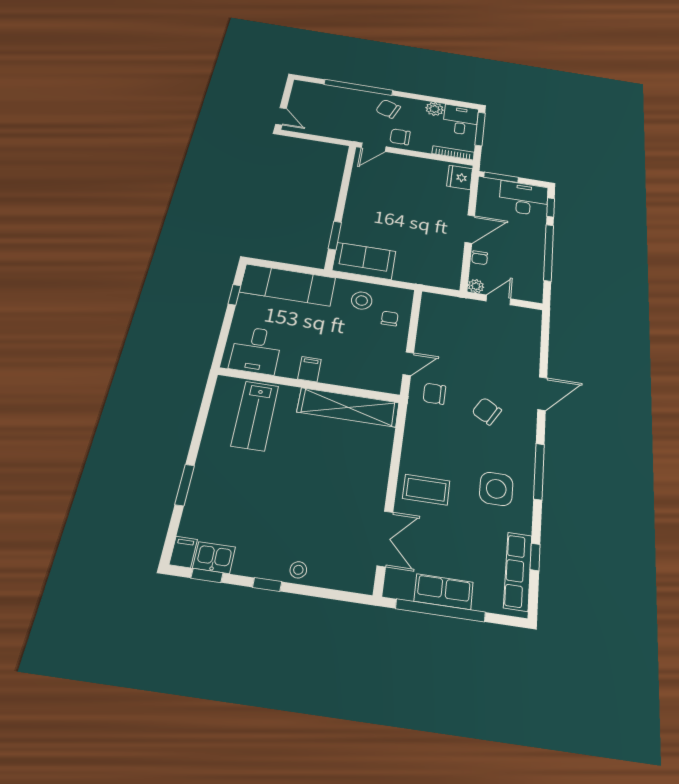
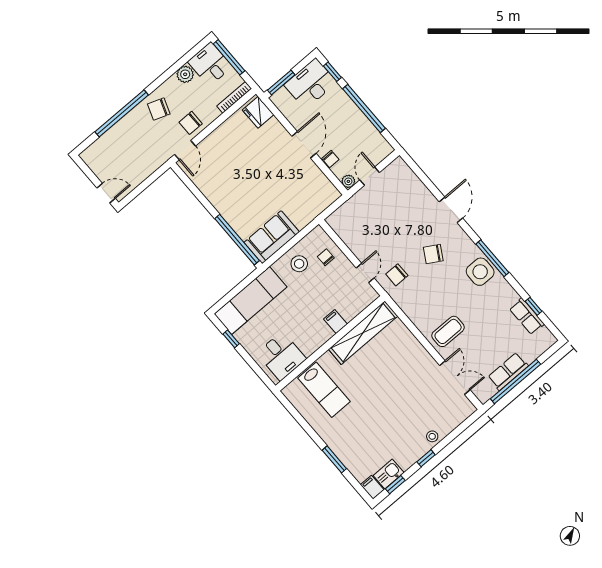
window: (335, 236) -> (237, 240), width x2.11
filing cabinet: (309, 369) -> (335, 322), moved
side table: (496, 489) -> (480, 272), moved
row of seats: (518, 571) -> (527, 316), width x0.68

